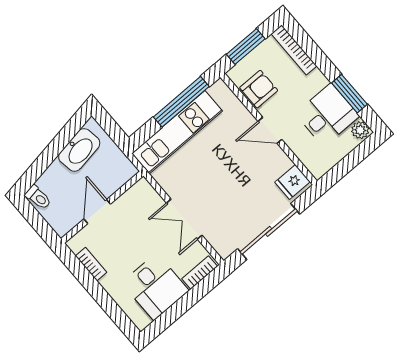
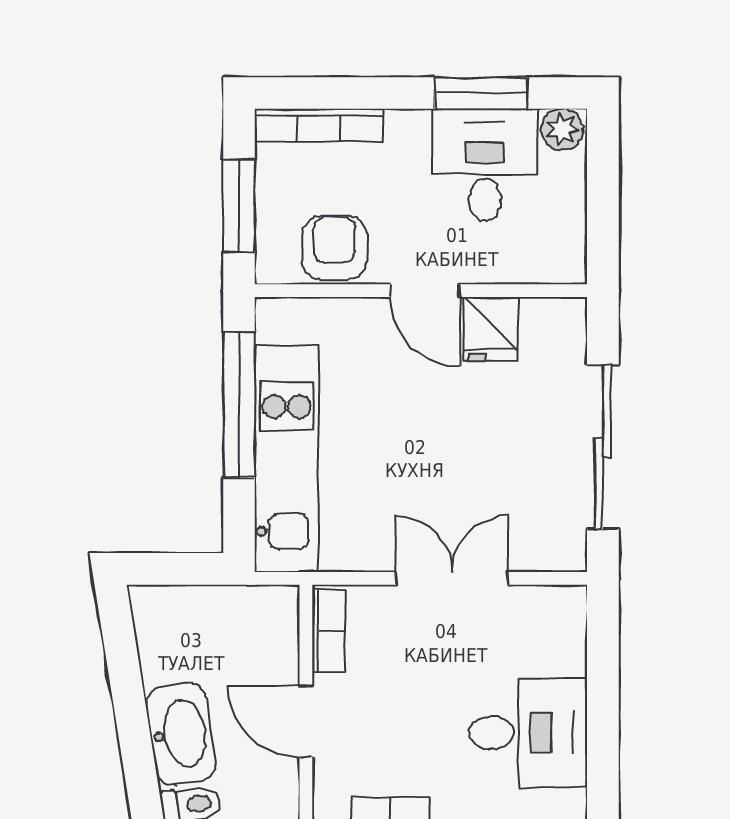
door: (270, 130) -> (425, 291), hinge flipped
washbasin: (79, 150) -> (181, 734), moved
fridge: (292, 182) -> (491, 329), moved
double door: (184, 219) -> (452, 578), swing flipped
bookcase: (200, 273) -> (329, 631), moved, turned 180

